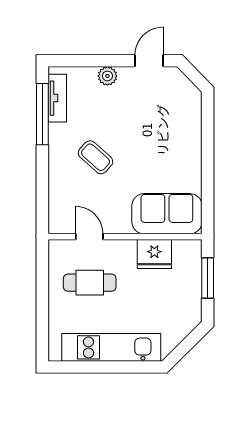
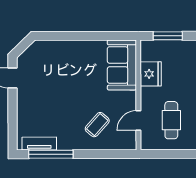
plant: (107, 76) -> (23, 108), removed
coffee table: (95, 157) -> (97, 125), moved

